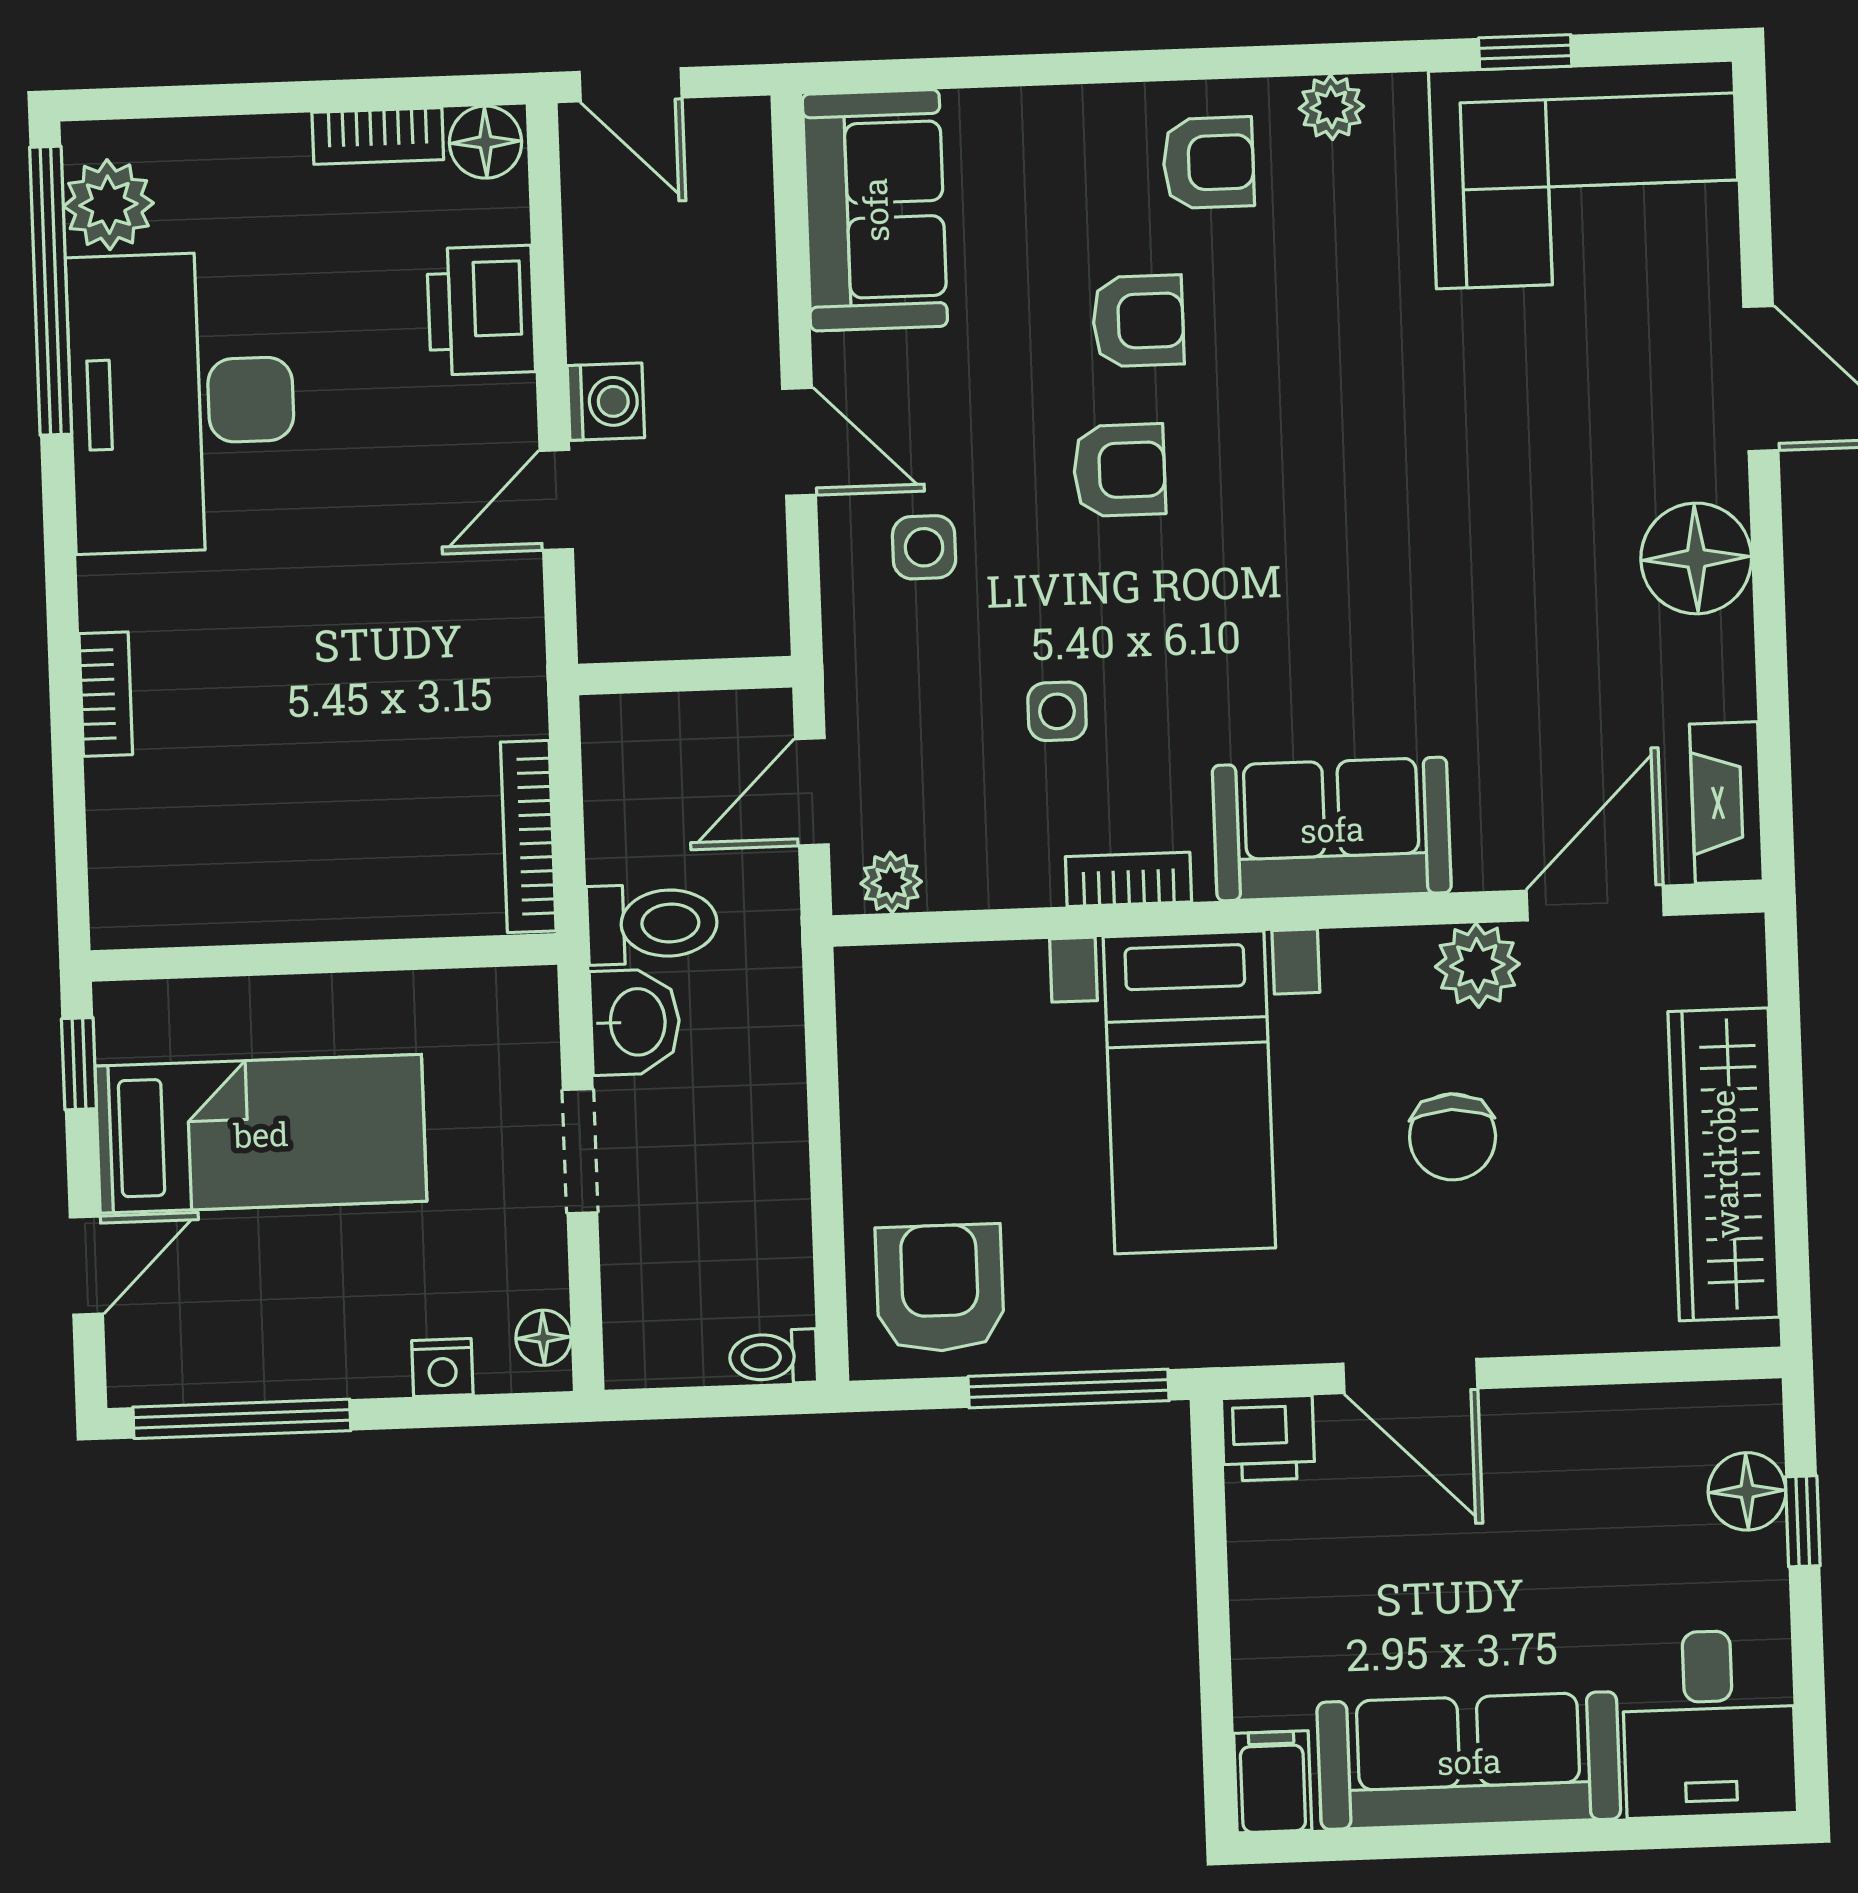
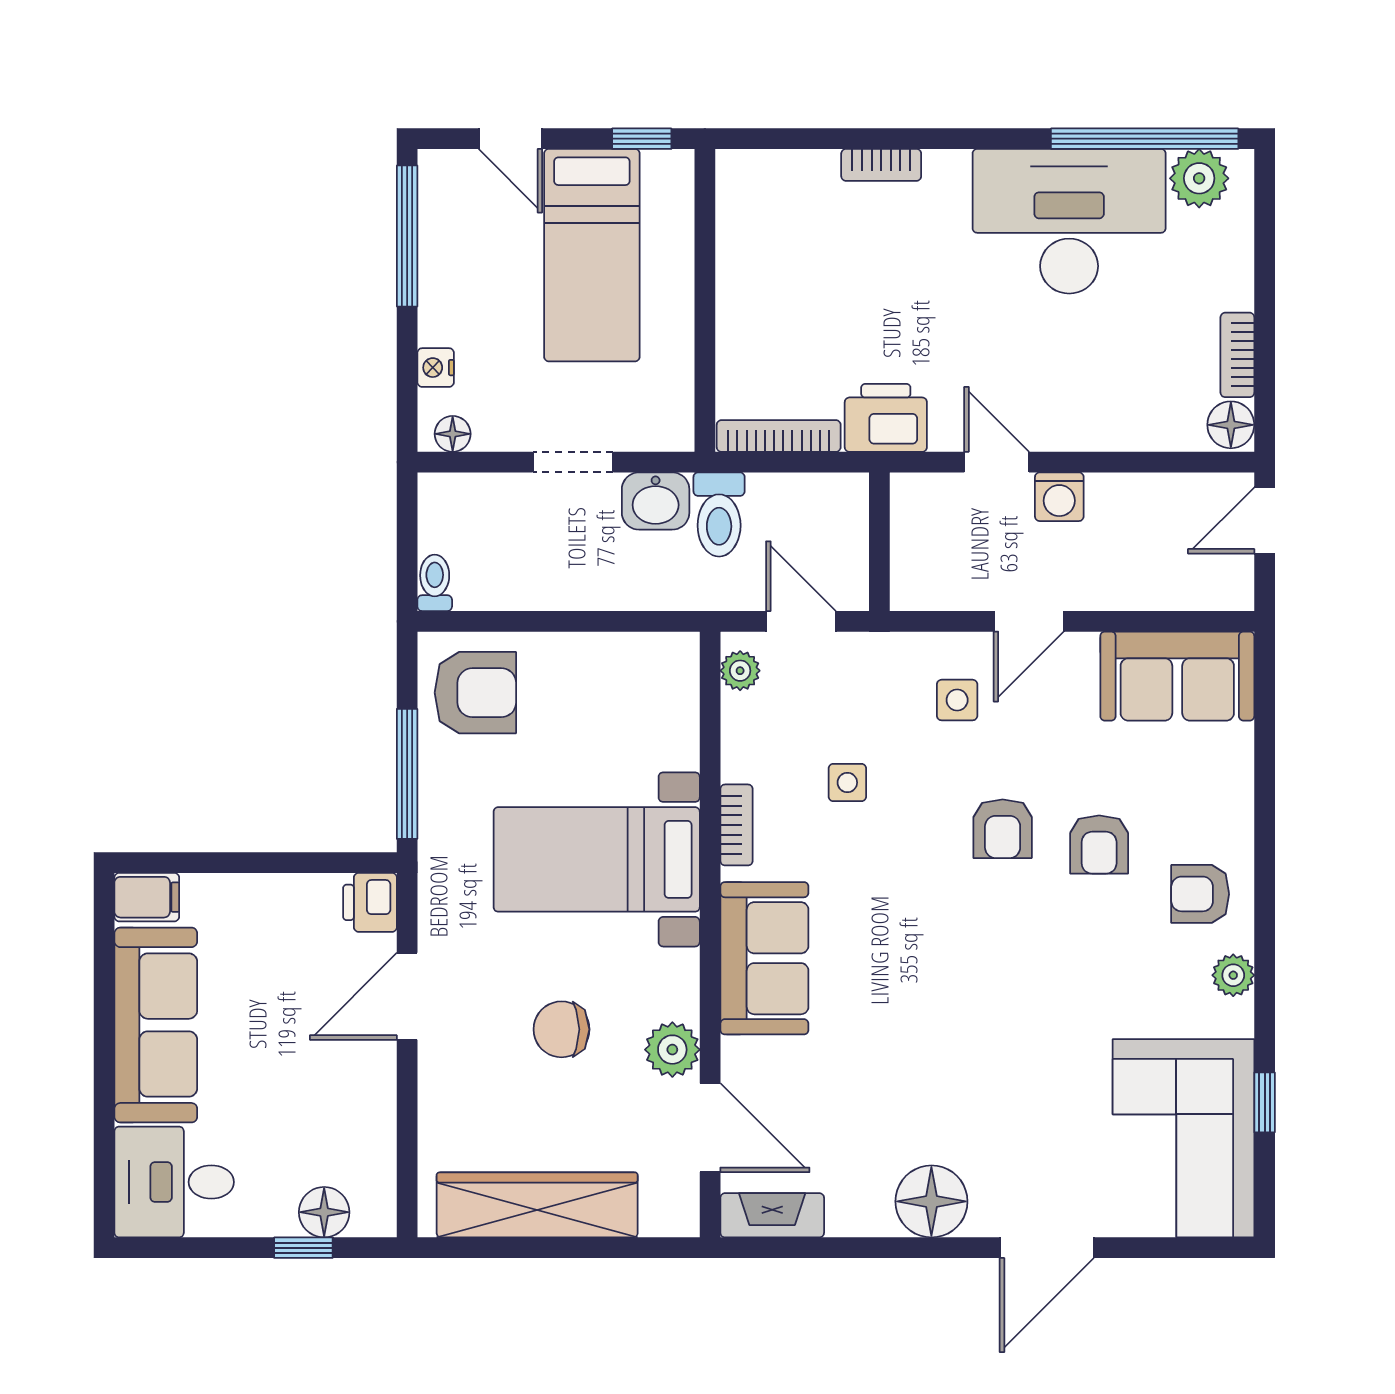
armchair: (1208, 163) -> (1200, 894), turned 90
printer: (481, 310) -> (886, 418), moved

